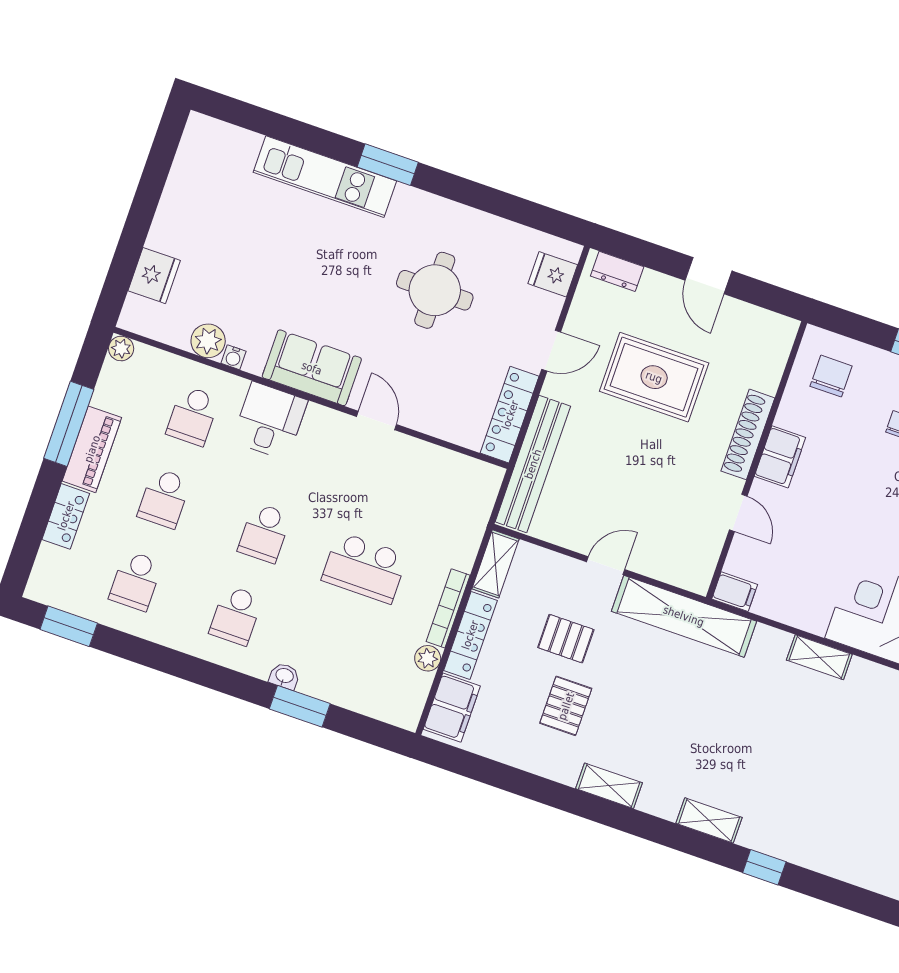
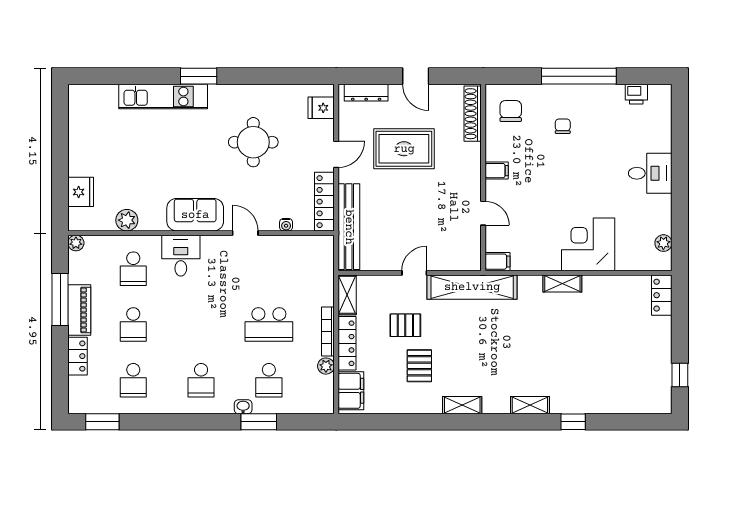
dresser: (617, 271) -> (366, 93), width x1.44
water cooler: (234, 357) -> (286, 225), moved
shoe rack: (748, 434) -> (473, 114), moved
filing cabinet: (780, 457) -> (497, 171), width x0.50
school desk: (264, 533) -> (269, 380), moved

